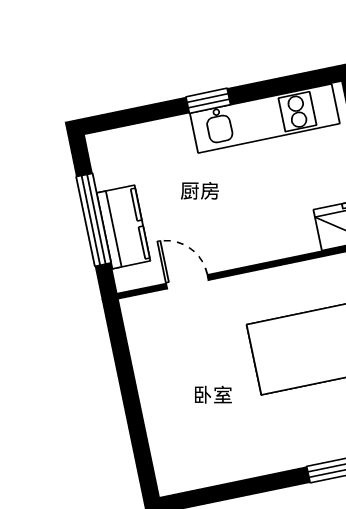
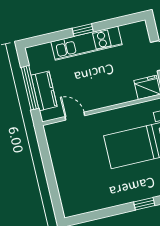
kitchen unit: (265, 118) -> (87, 43), moved

